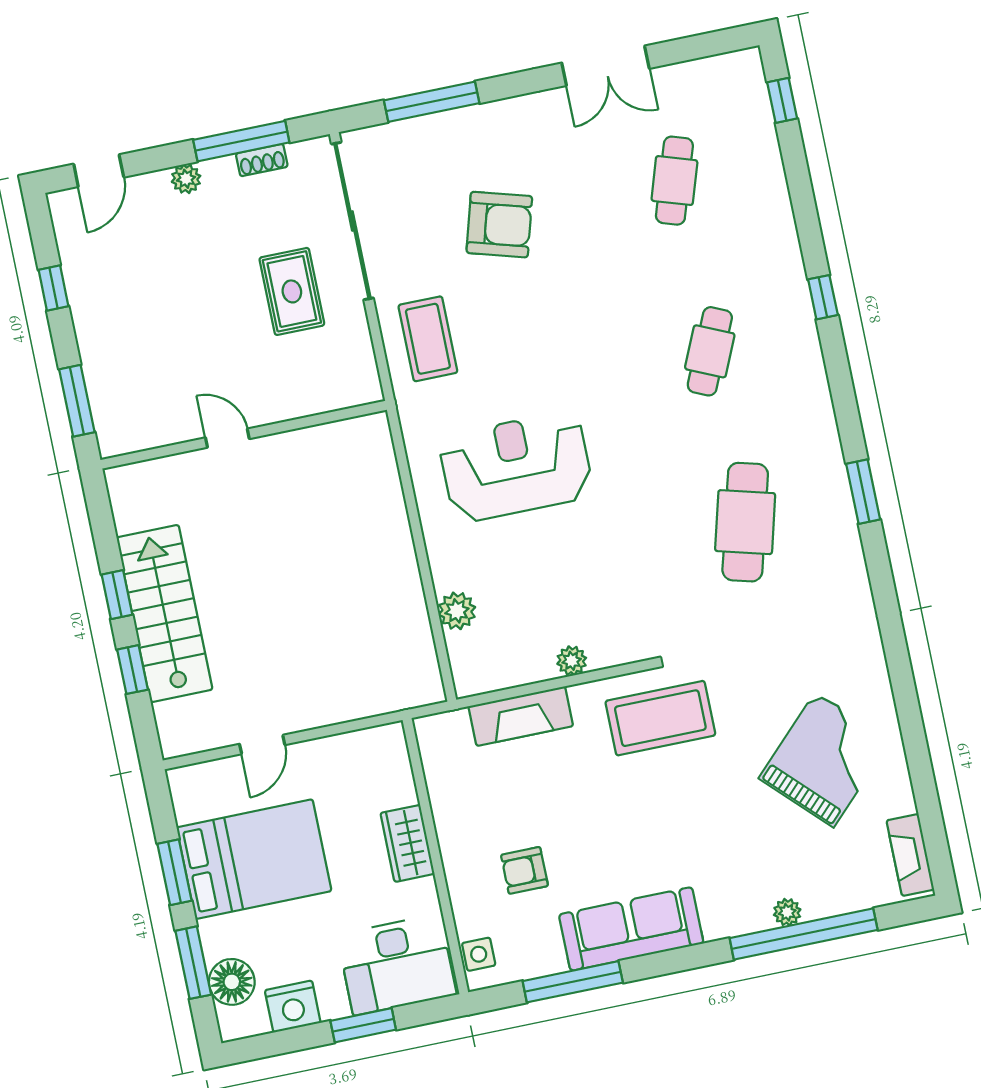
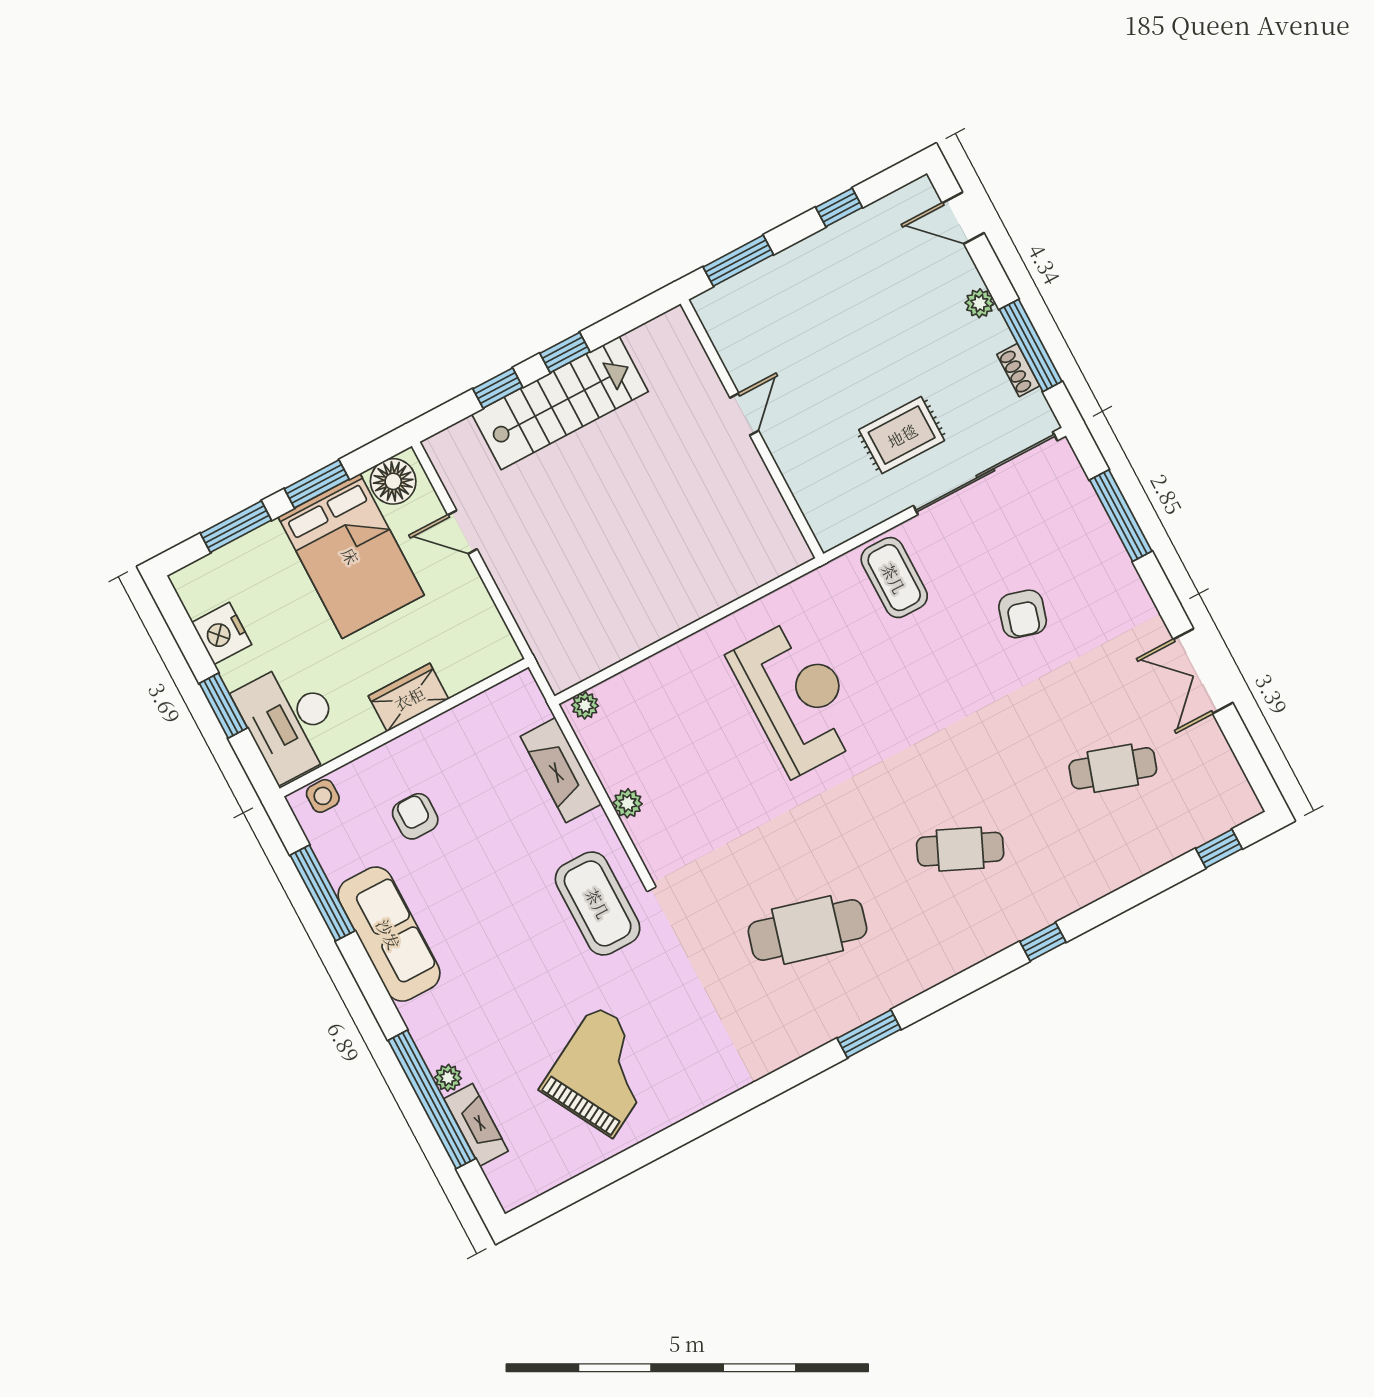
armchair: (499, 225) -> (1023, 614), width x0.72, depth x0.72
coffee table: (428, 339) -> (894, 578), turned 90
plant: (457, 611) -> (585, 705), moved, width x0.73, depth x0.73
grand piano: (825, 760) -> (604, 1071), turned -74
fireplace: (910, 855) -> (476, 1125), moved, turned 90
floor lamp: (232, 982) -> (393, 481), moved

